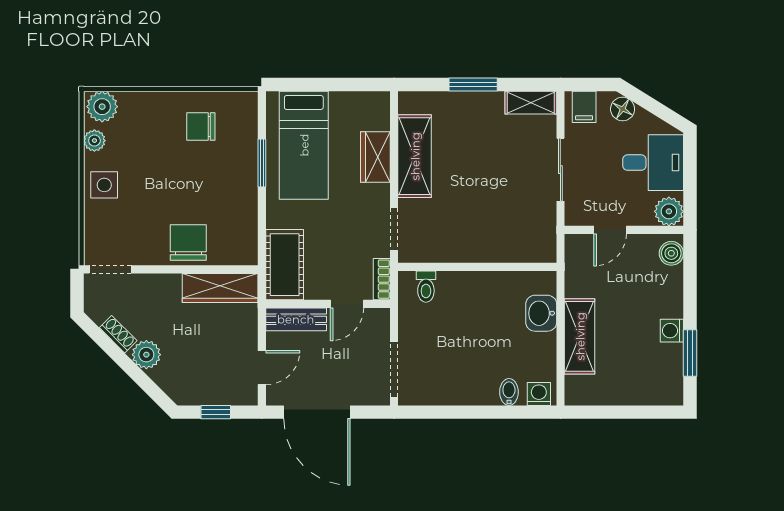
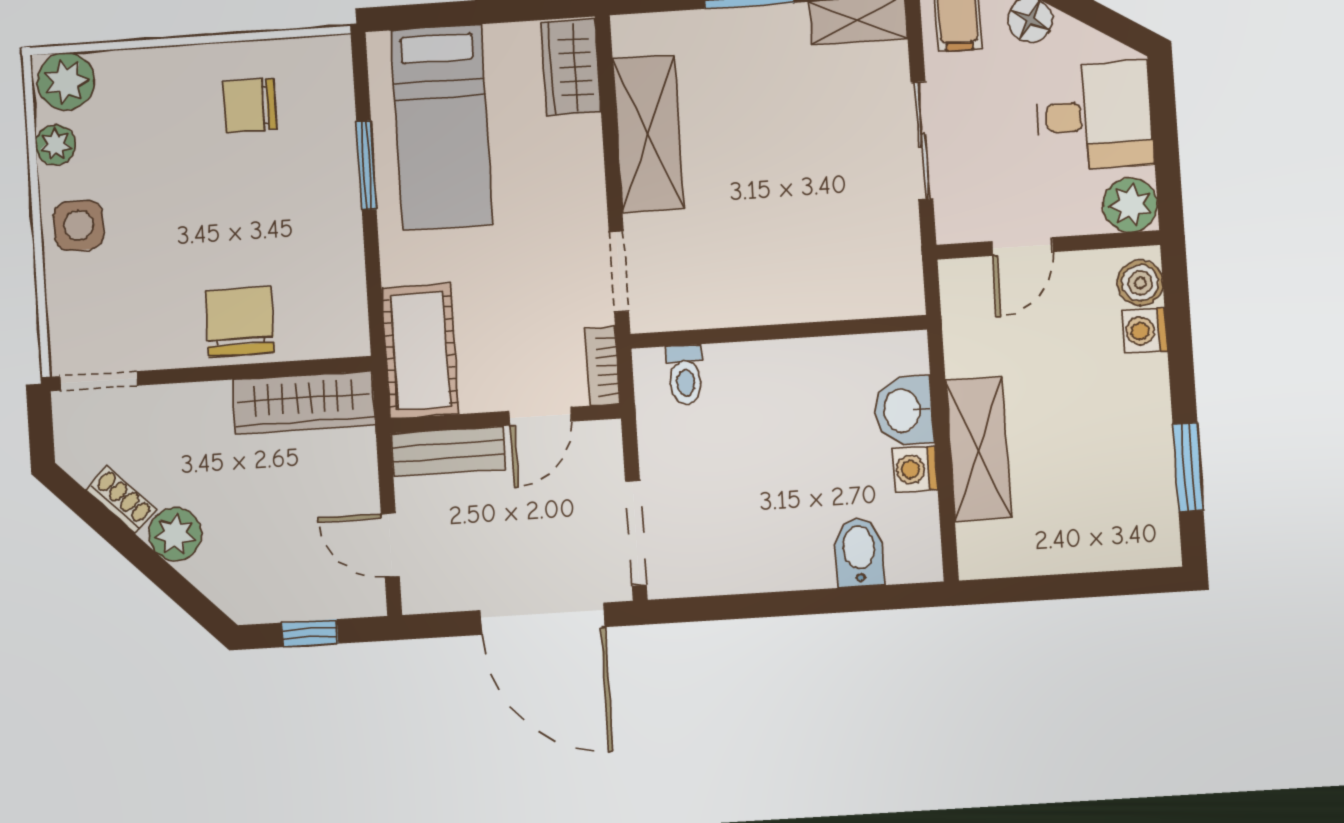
wardrobe: (375, 157) -> (571, 67), moved
washing machine: (672, 331) -> (1144, 331), moved
door: (262, 368) -> (390, 545), swing flipped
bidet: (509, 392) -> (859, 552), width x1.38, depth x1.36
washing machine: (539, 394) -> (915, 469), moved, turned -90
door: (317, 412) -> (543, 619), moved

